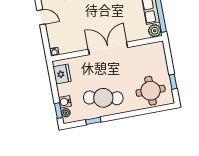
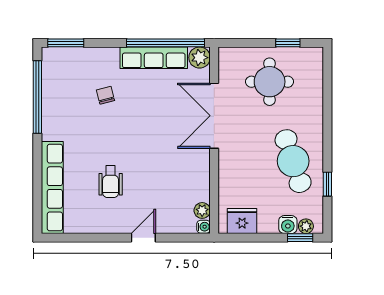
double door: (108, 48) -> (214, 116), moved
plant: (64, 49) -> (202, 210), added
round table: (151, 91) -> (270, 82), moved
cafe table: (103, 98) -> (293, 161), turned -30

